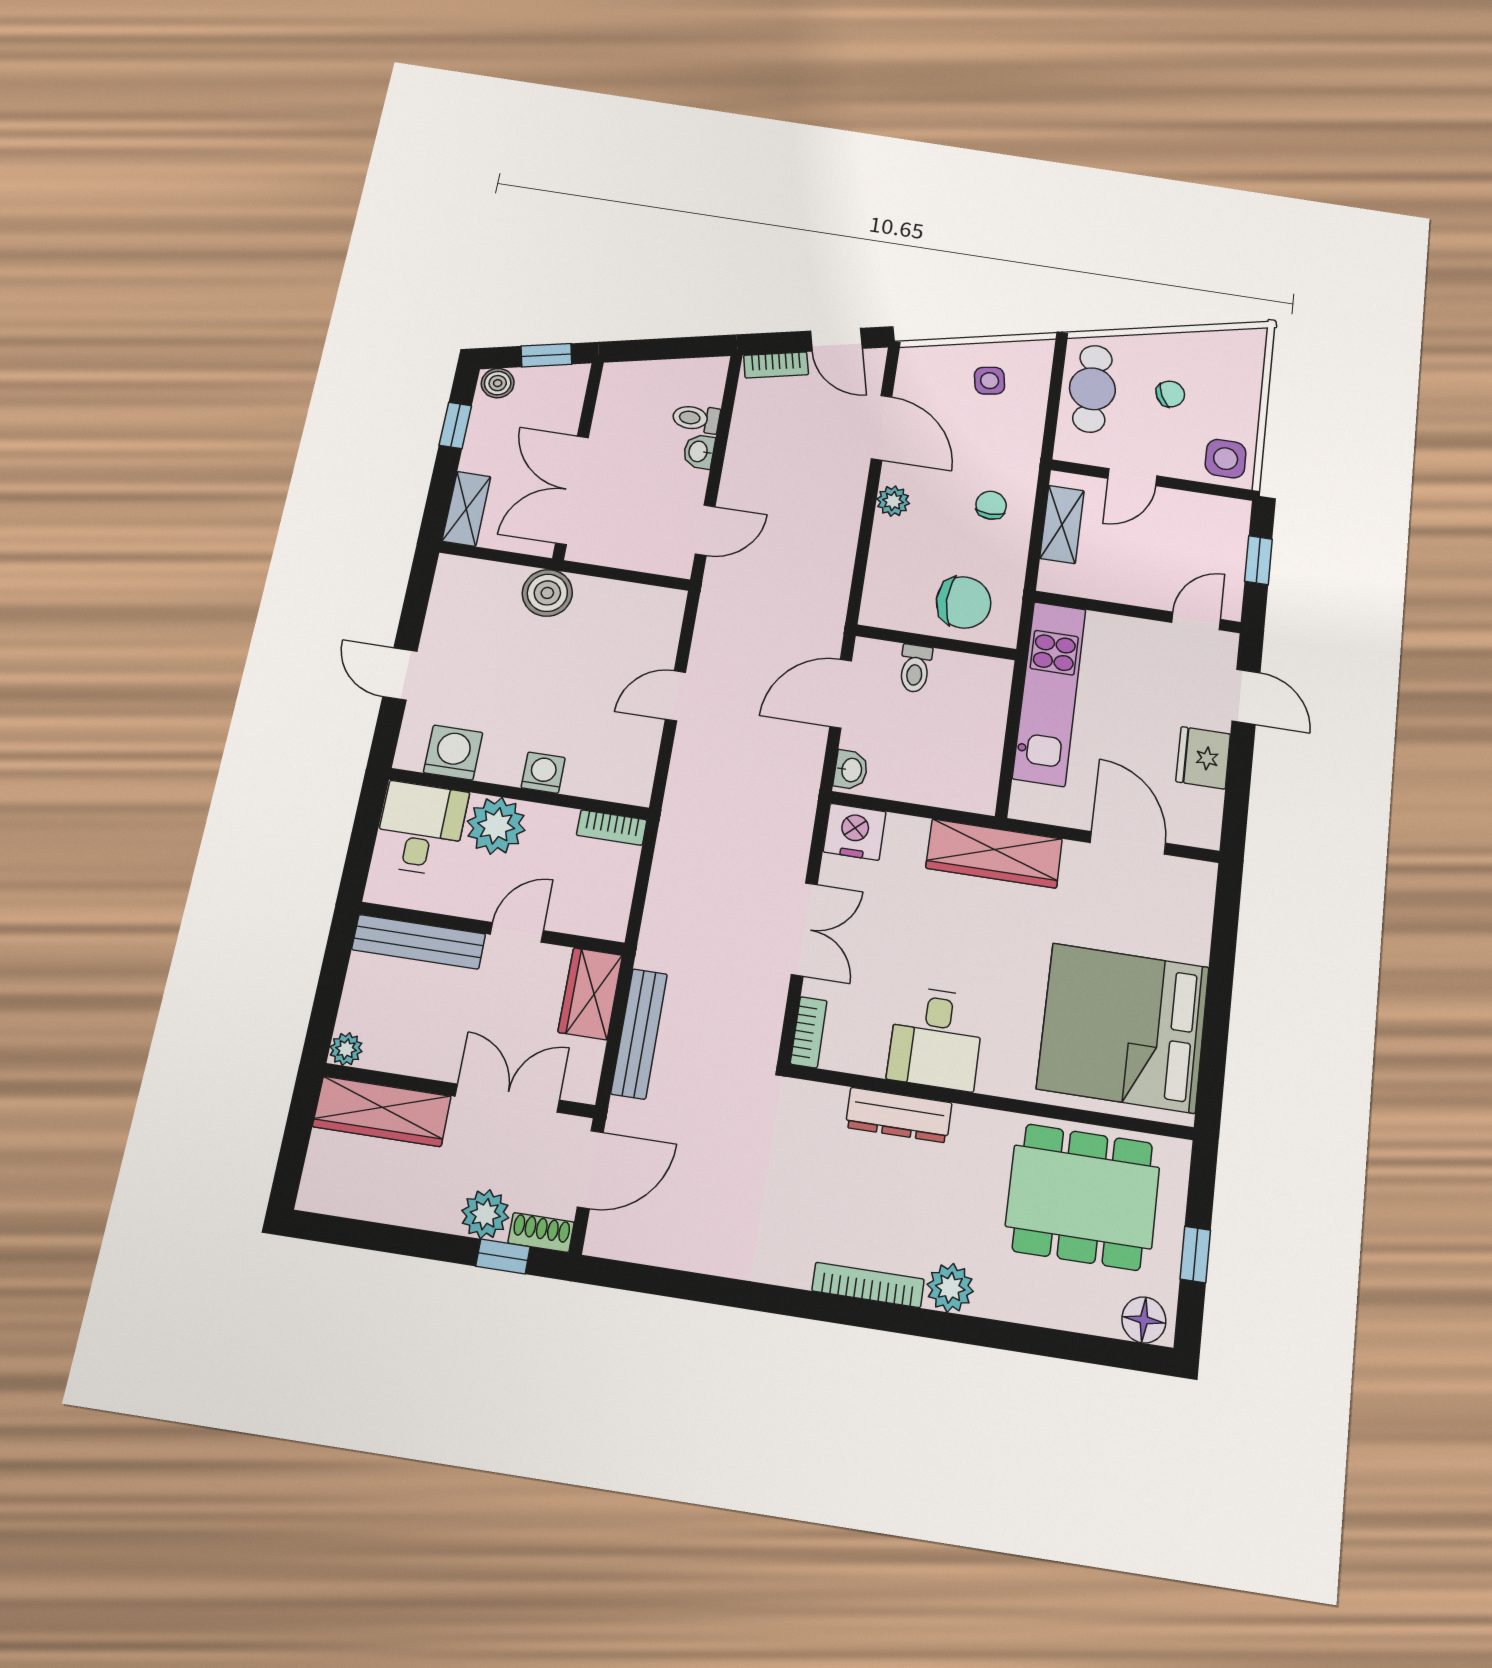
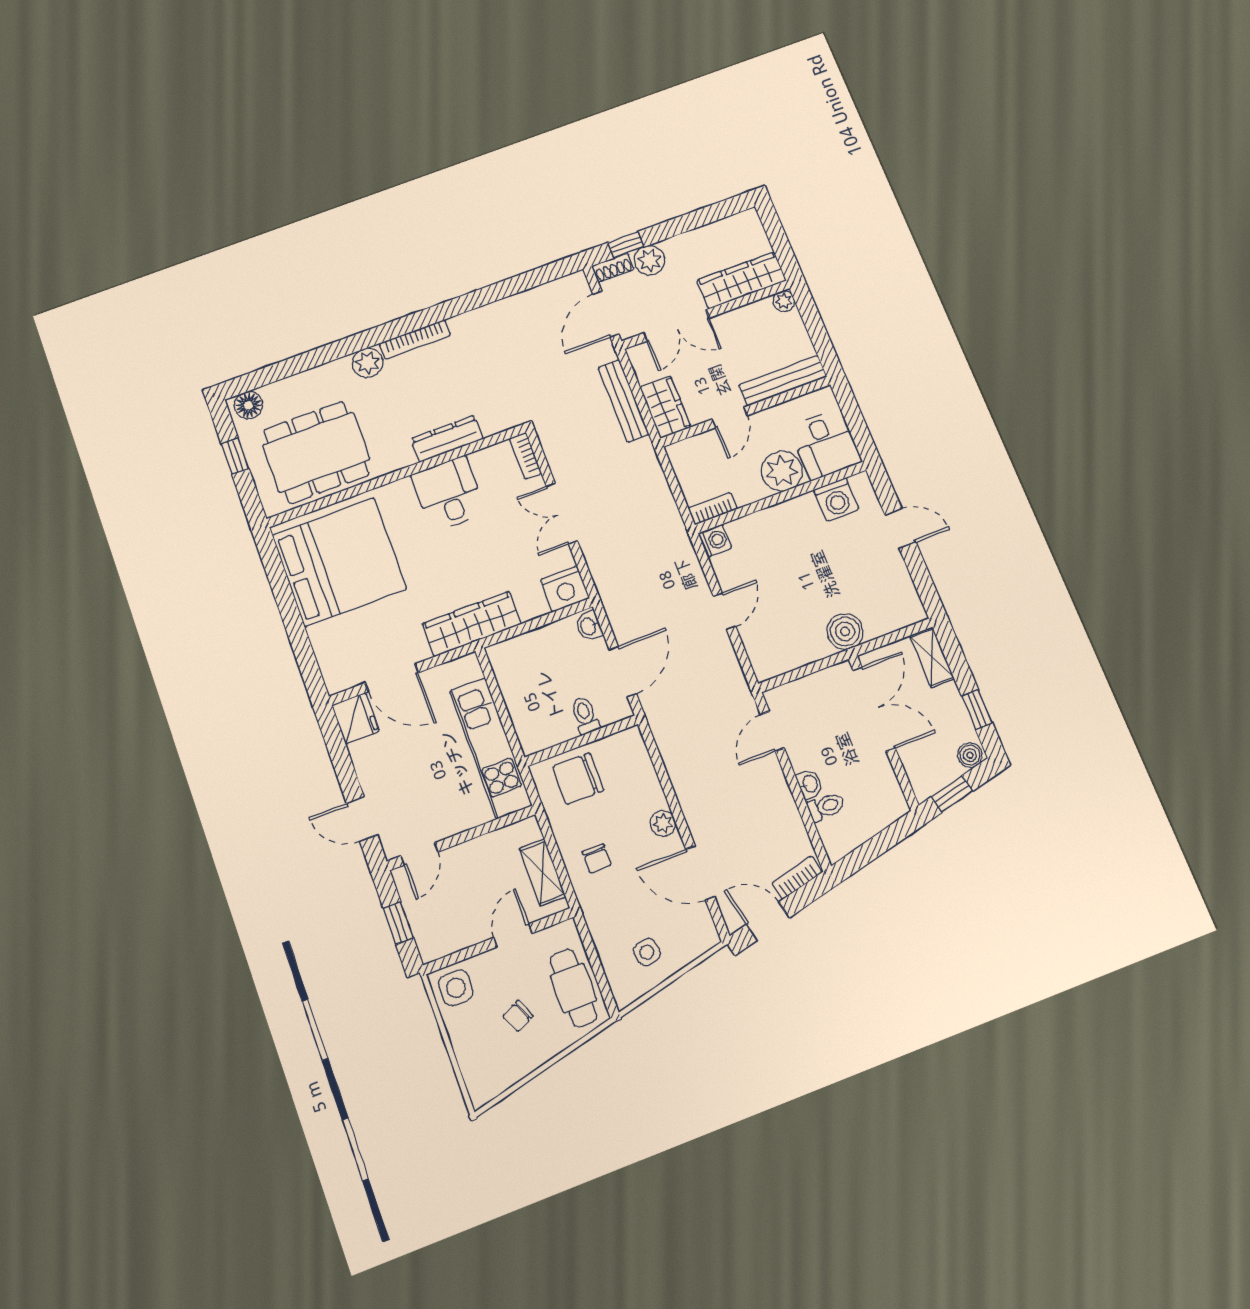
fridge: (1203, 758) -> (355, 718), moved
washing machine: (543, 773) -> (715, 541), moved, turned -90

